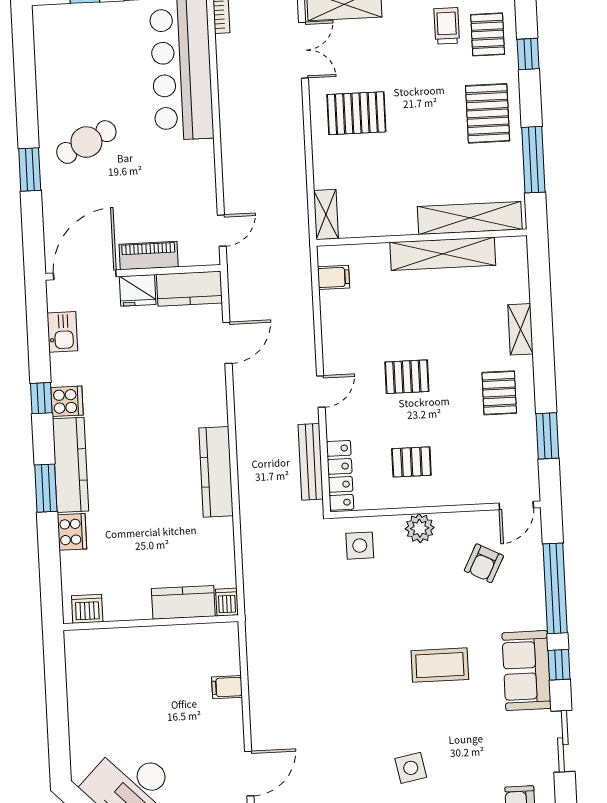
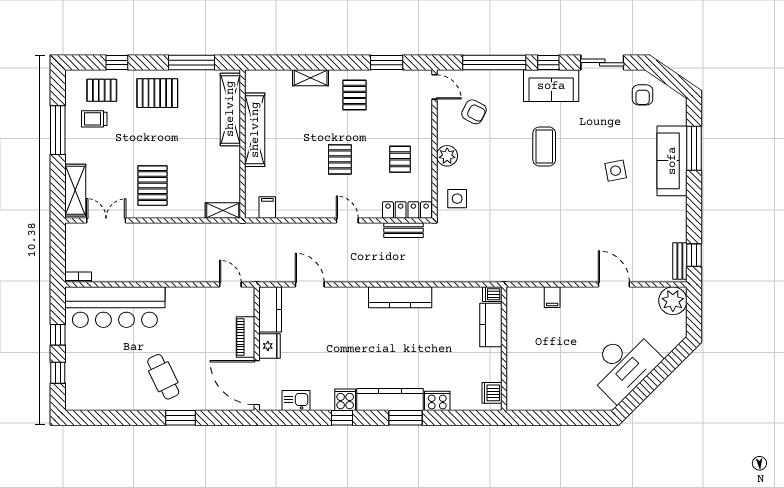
pallet: (499, 393) -> (355, 95), turned 90
bench: (311, 462) -> (404, 230), width x0.73

